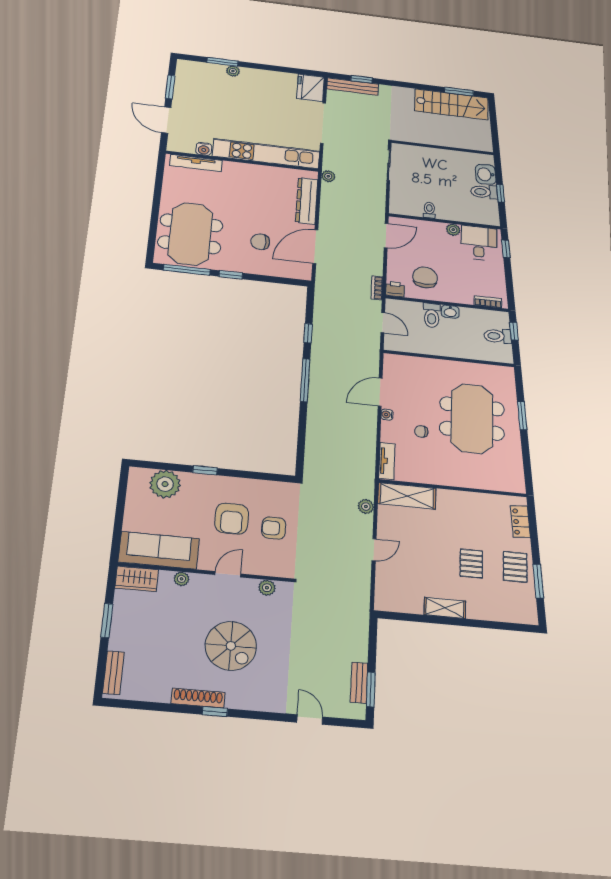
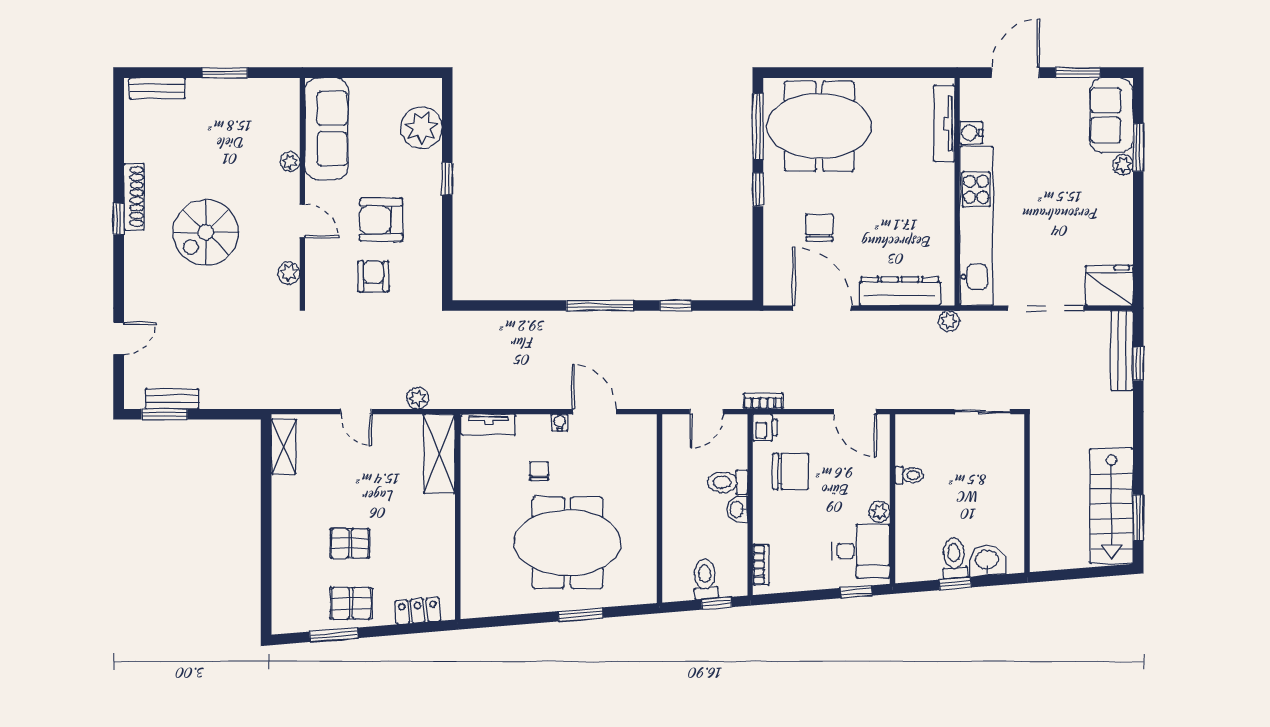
sofa: (200, 73) -> (1111, 115), added
wardrobe: (137, 579) -> (284, 104), removed
shelving: (445, 608) -> (284, 447), moved

